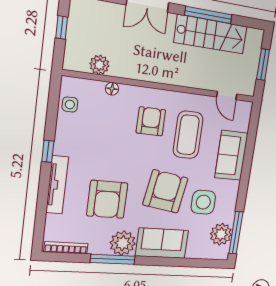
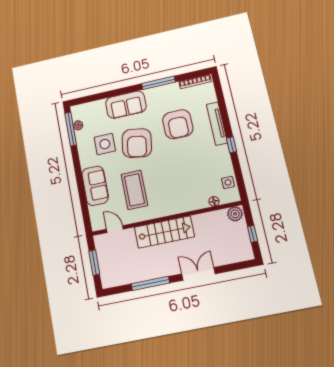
stairs: (211, 34) -> (164, 232), moved, turned 180
plant: (99, 65) -> (235, 214), moved
floor lamp: (112, 89) -> (214, 201), moved
armchair: (151, 121) -> (166, 190), removed
armchair: (107, 199) -> (178, 124), turned 180
plant: (221, 234) -> (78, 125), width x0.53, depth x0.53
plant: (123, 243) -> (155, 96), removed

